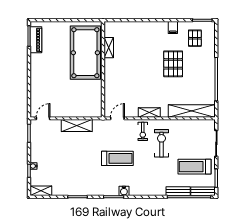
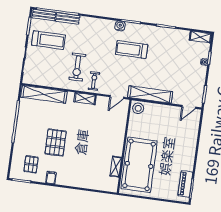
stool: (94, 110) -> (138, 108), added
shelving: (77, 126) -> (150, 94), width x1.47
treadmill: (117, 158) -> (132, 49), moved

